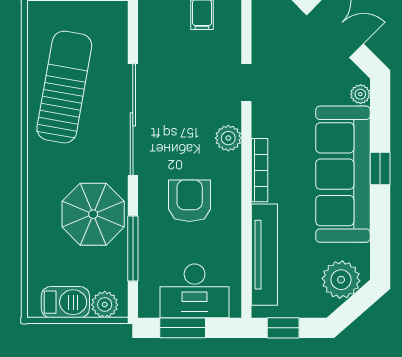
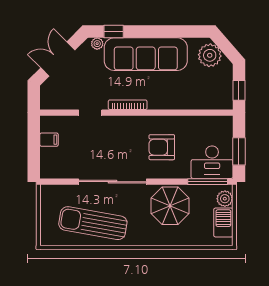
plant: (228, 138) -> (124, 124), removed
window: (380, 168) -> (114, 32), moved
bookcase: (260, 170) -> (128, 105), moved
window: (133, 248) -> (208, 182), moved
tv unit: (264, 255) -> (195, 102), removed
desk: (195, 291) -> (212, 162), moved, turned 90

